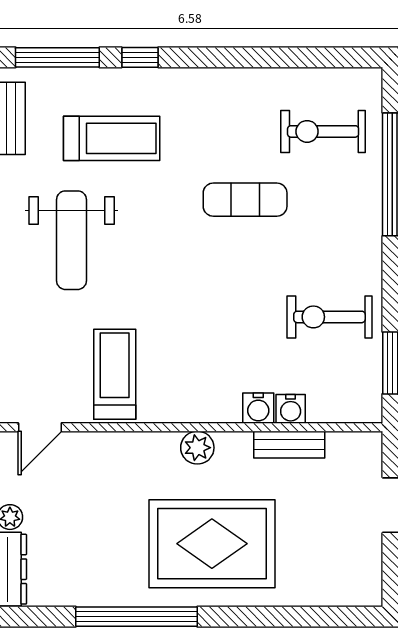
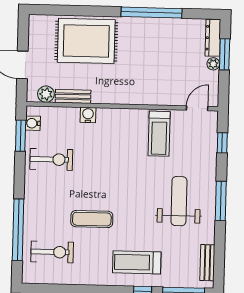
treadmill: (112, 138) -> (137, 262), moved
water cooler: (291, 409) -> (33, 123), moved, turned -90
plant: (197, 448) -> (46, 94), moved
rug: (212, 544) -> (86, 41), moved

